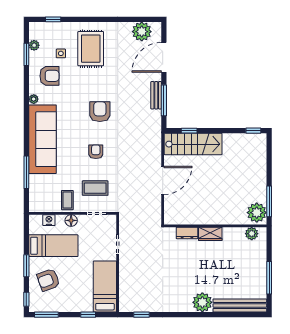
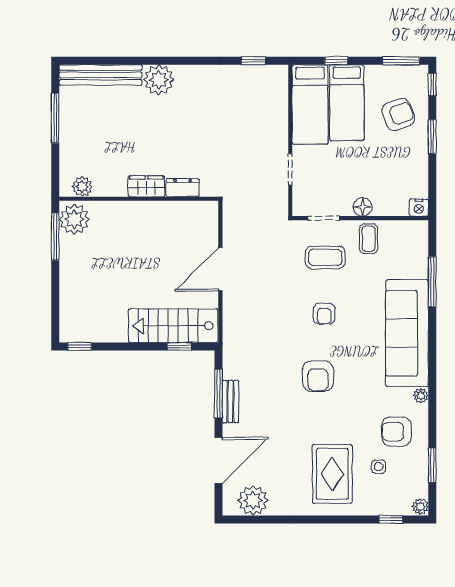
plant: (34, 45) -> (420, 507), moved
nightstand: (49, 220) -> (419, 208), moved
bed: (53, 246) -> (347, 103), moved, turned -90

